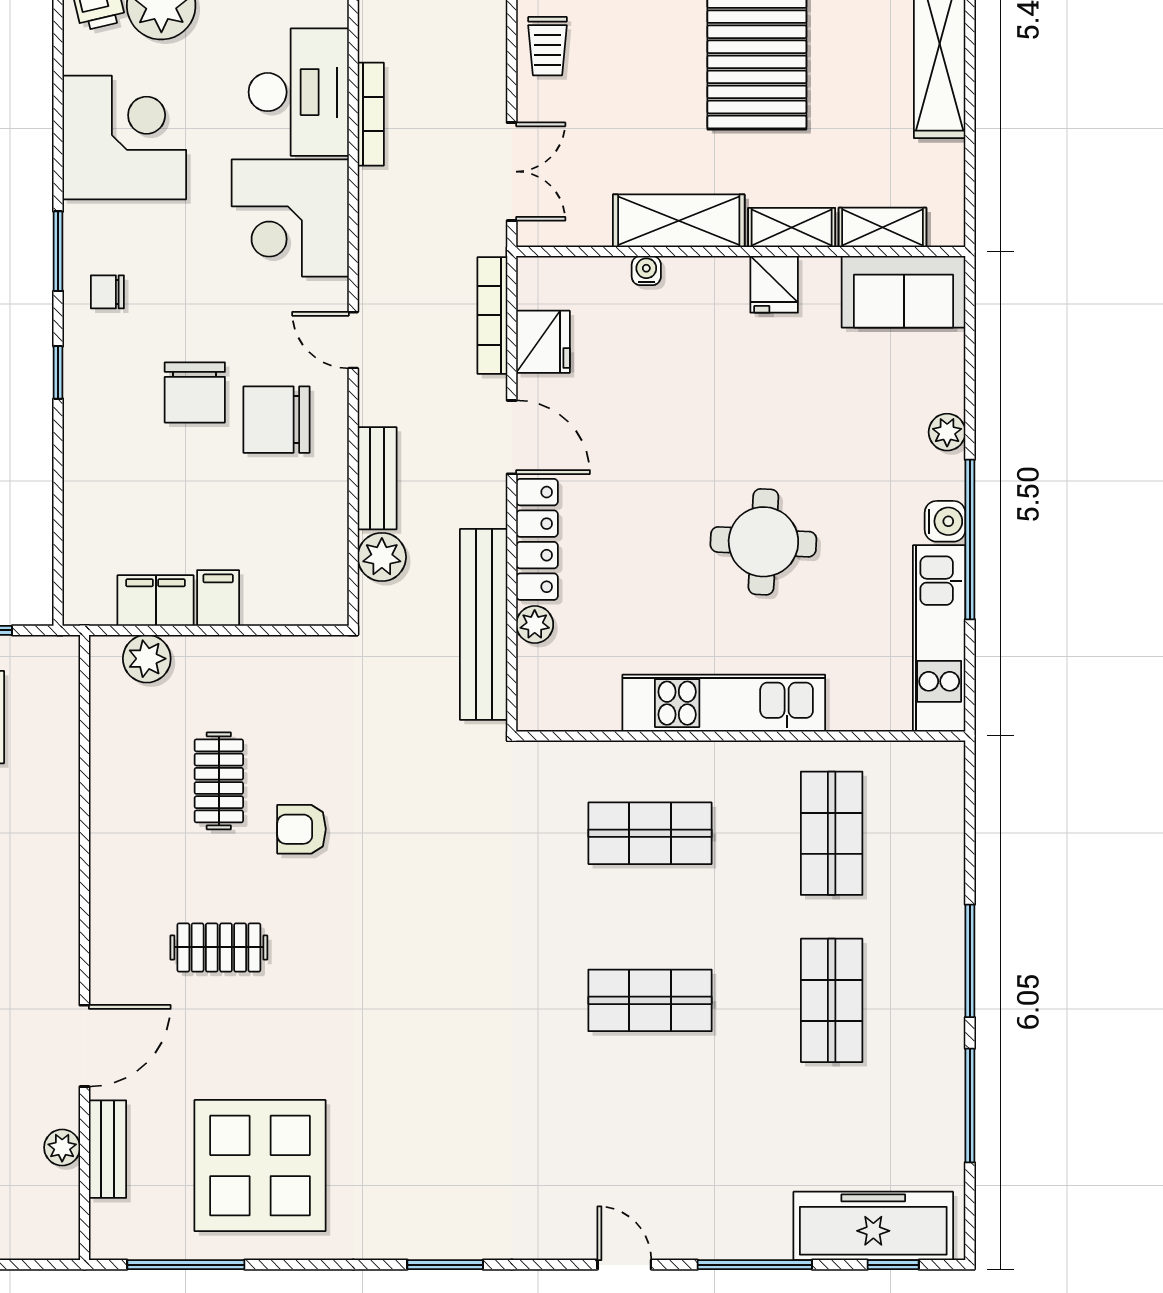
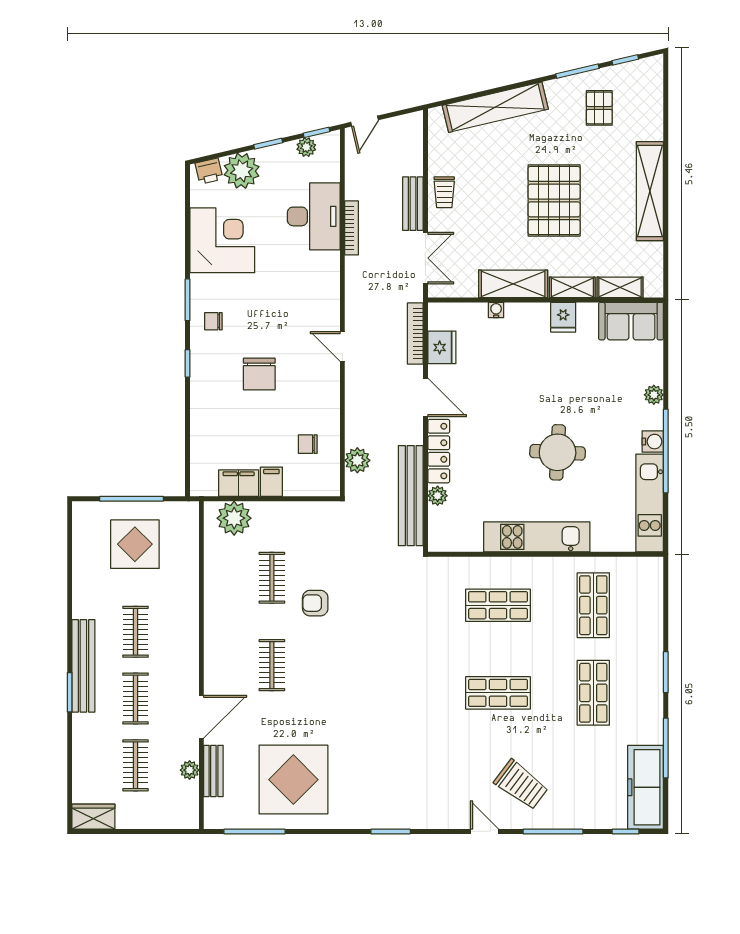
corner desk: (290, 218) -> (309, 282), removed
chair: (276, 420) -> (308, 444), moved, width x0.54, depth x0.54
bench: (377, 478) -> (413, 204), moved
plant: (147, 659) -> (234, 518), width x1.36, depth x1.36
clothes rail: (219, 947) -> (272, 665), turned 90
window: (970, 961) -> (666, 672), width x0.69
trolley: (694, 1175) -> (521, 785), added
freezer: (873, 1226) -> (646, 787), moved, turned -90

